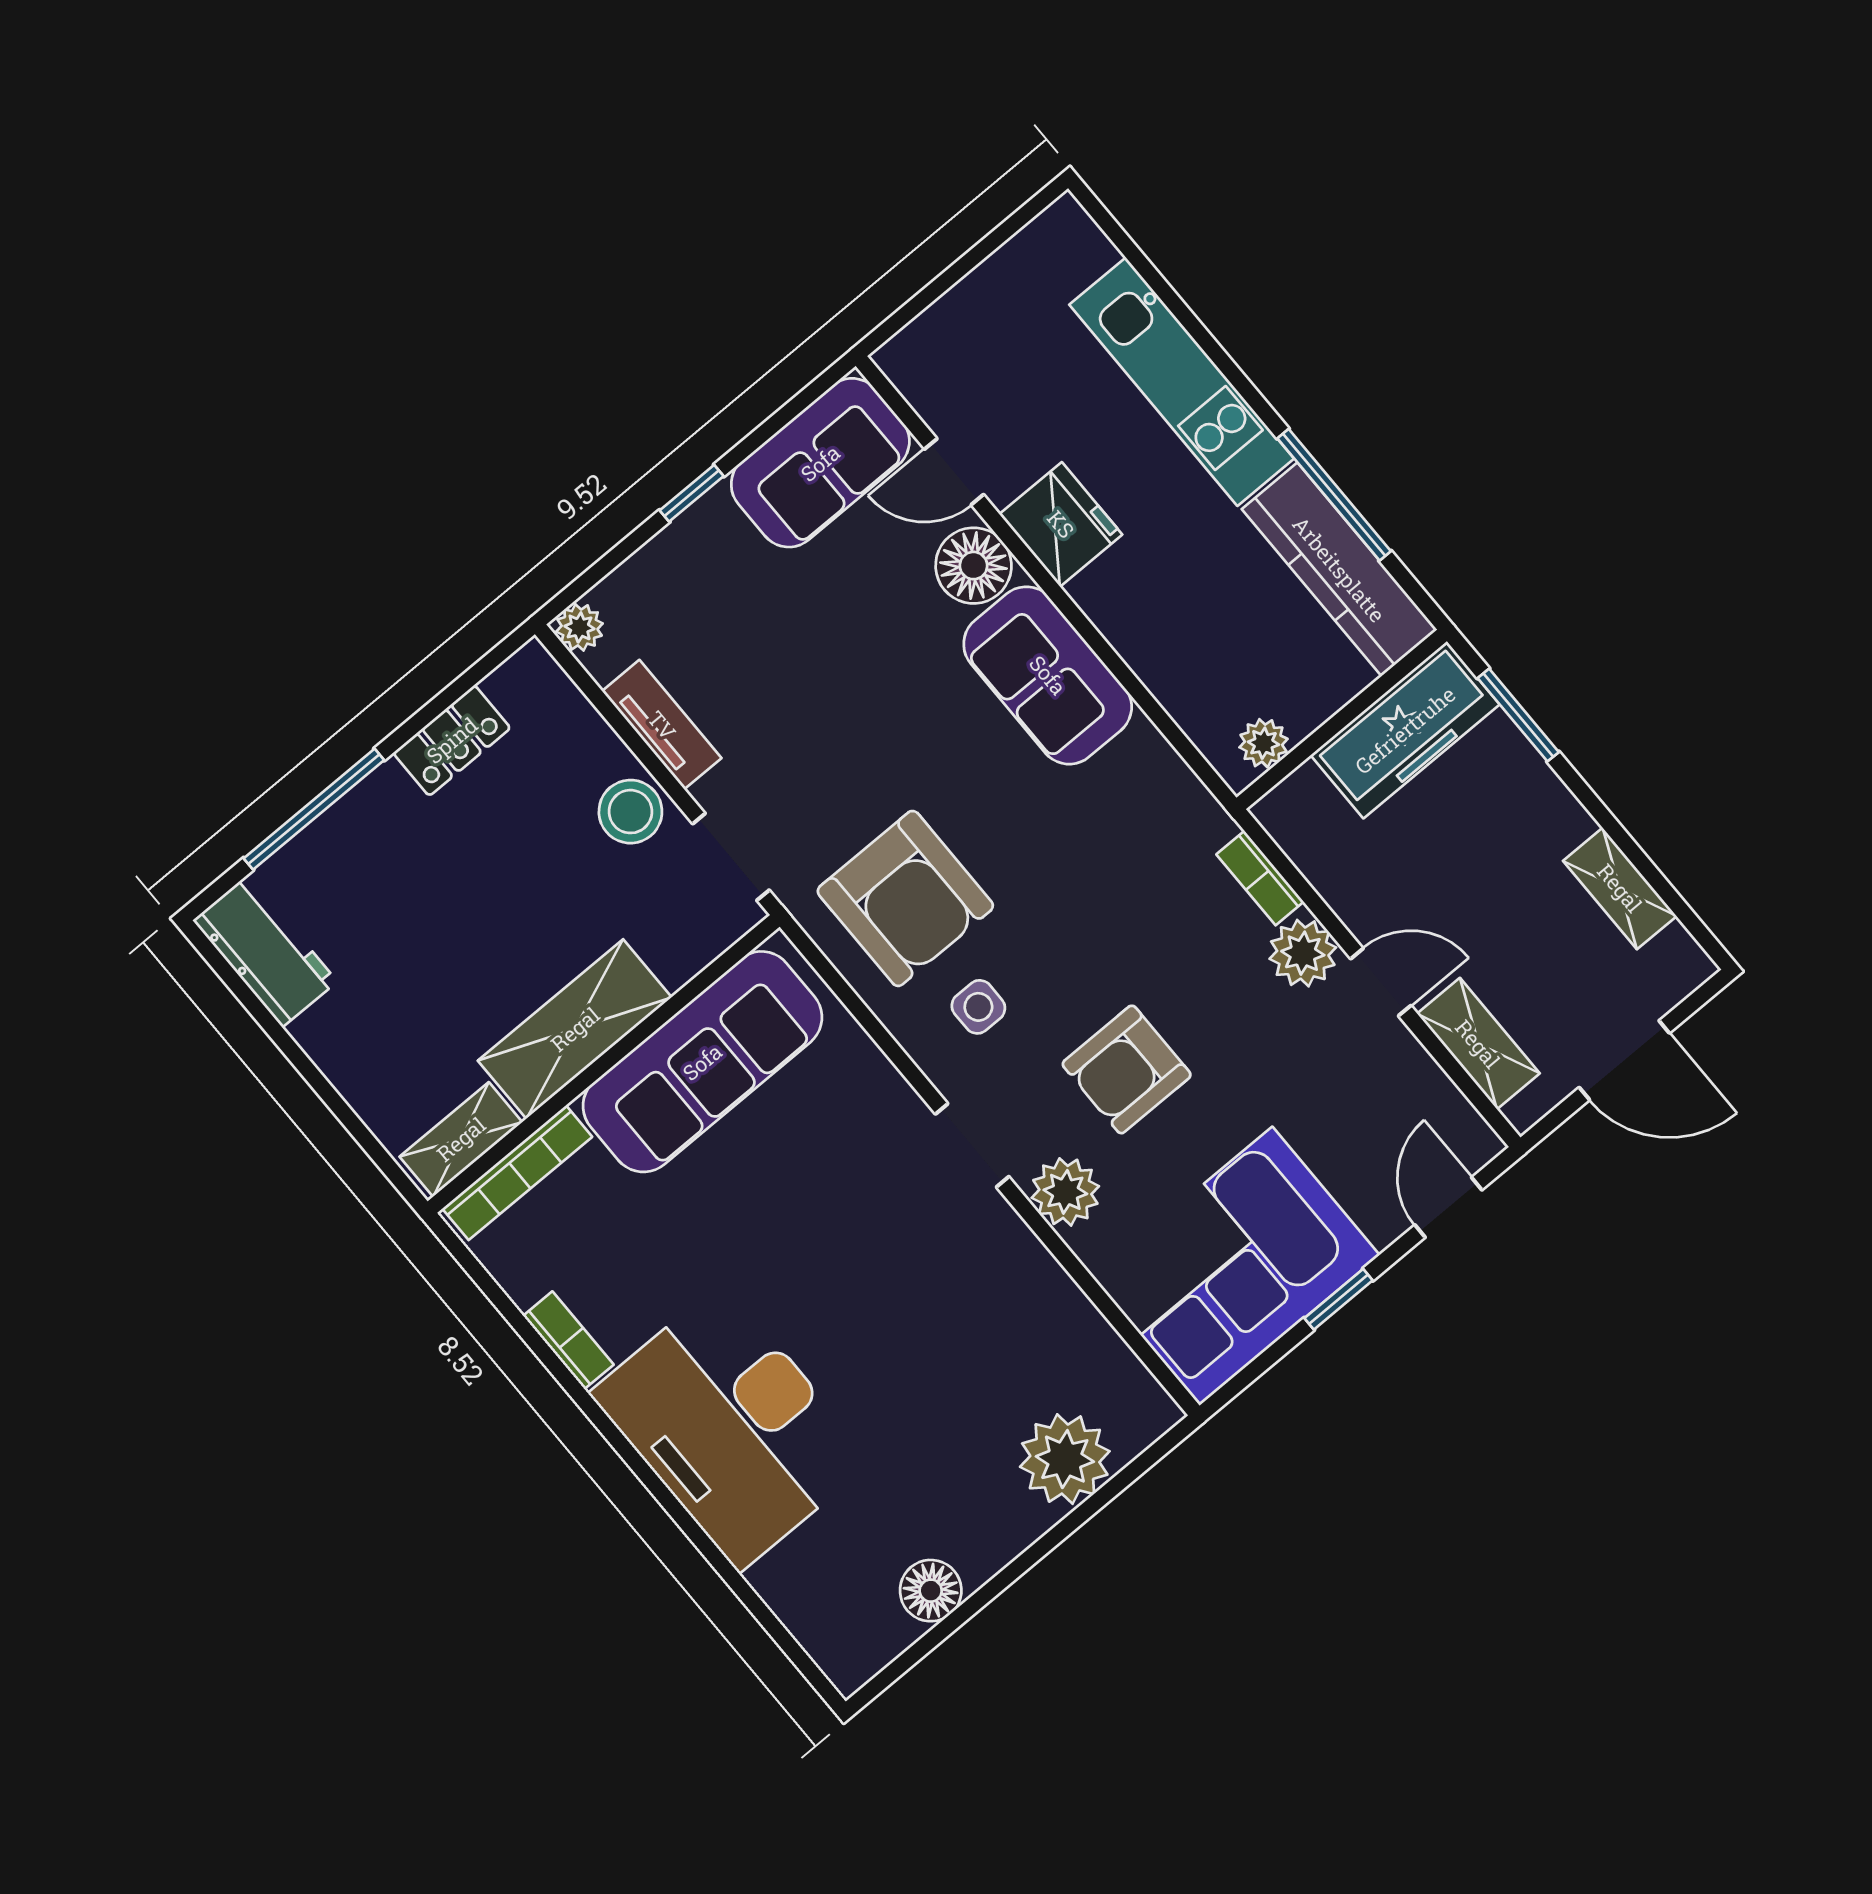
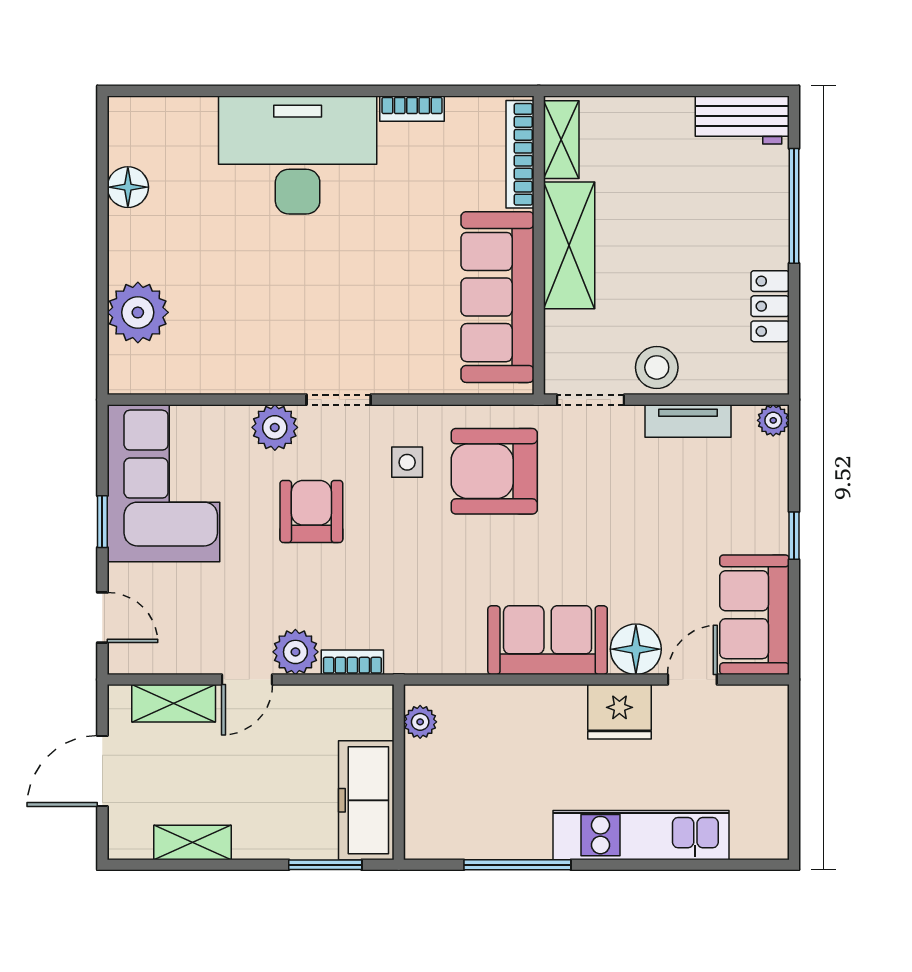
kitchen counter: (1339, 569) -> (477, 836), removed

